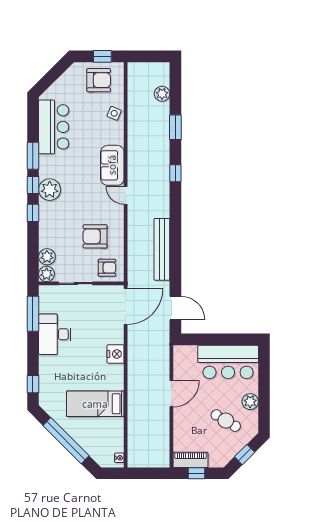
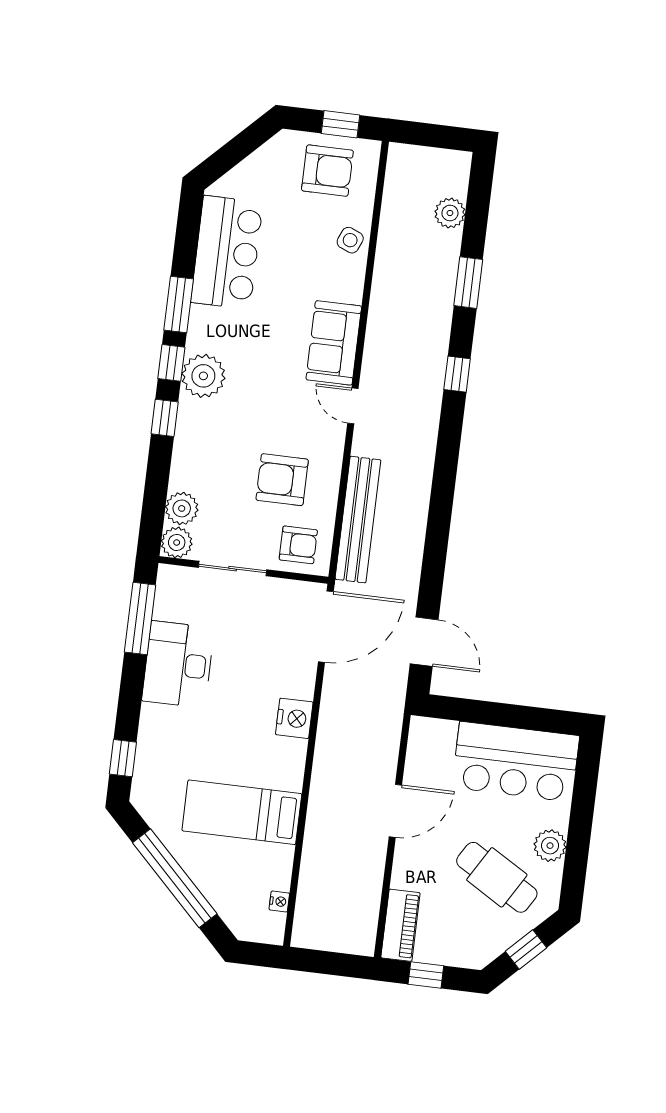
bench: (162, 249) -> (358, 520), moved
cafe table: (226, 421) -> (497, 877), width x1.37, depth x1.35
nightstand: (119, 458) -> (279, 901), moved
piano: (190, 460) -> (400, 925), moved, turned 90

